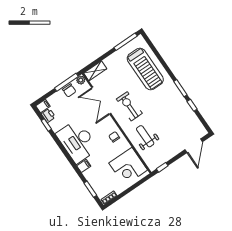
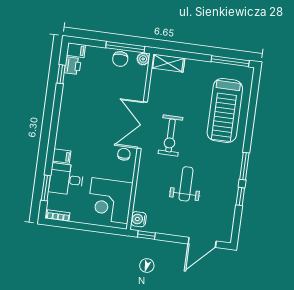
double door: (101, 101) -> (142, 125), moved
exercise bike: (129, 106) -> (170, 136), turned 180
weight bench: (145, 136) -> (186, 184), moved
desk: (77, 141) -> (66, 179), moved, width x0.53, depth x0.77
water cooler: (151, 163) -> (139, 219), added

